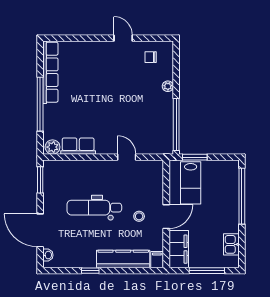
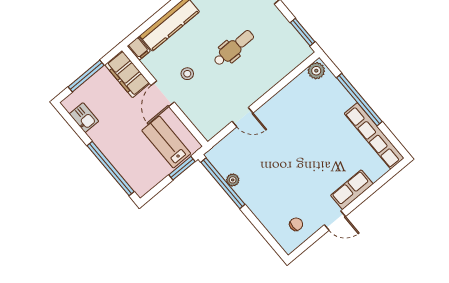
plant: (168, 86) -> (233, 180), moved
row of seats: (78, 146) -> (352, 190), moved, turned 180
dental chair: (94, 208) -> (234, 48), width x0.73, depth x0.72

